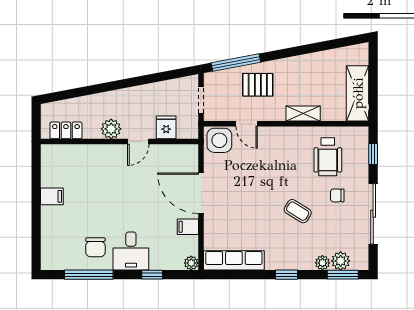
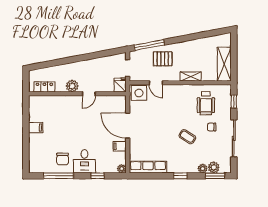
fridge: (166, 127) -> (120, 85), moved

